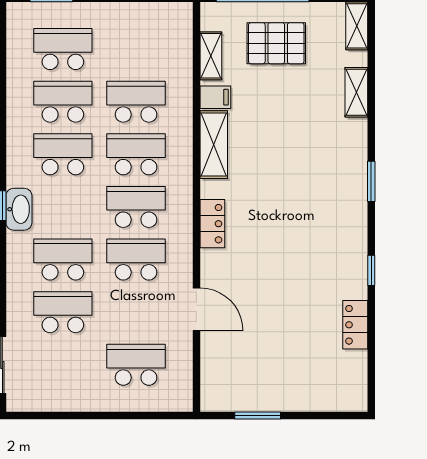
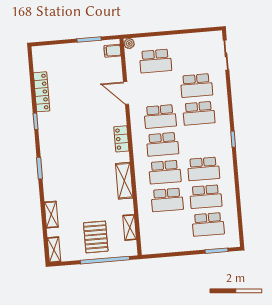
pallet: (276, 43) -> (96, 237), turned 90
filing cabinet: (215, 97) -> (112, 51), moved
washbasin: (19, 209) -> (224, 138), removed
locker: (355, 325) -> (42, 92), width x1.53
plant: (183, 402) -> (129, 43), added

